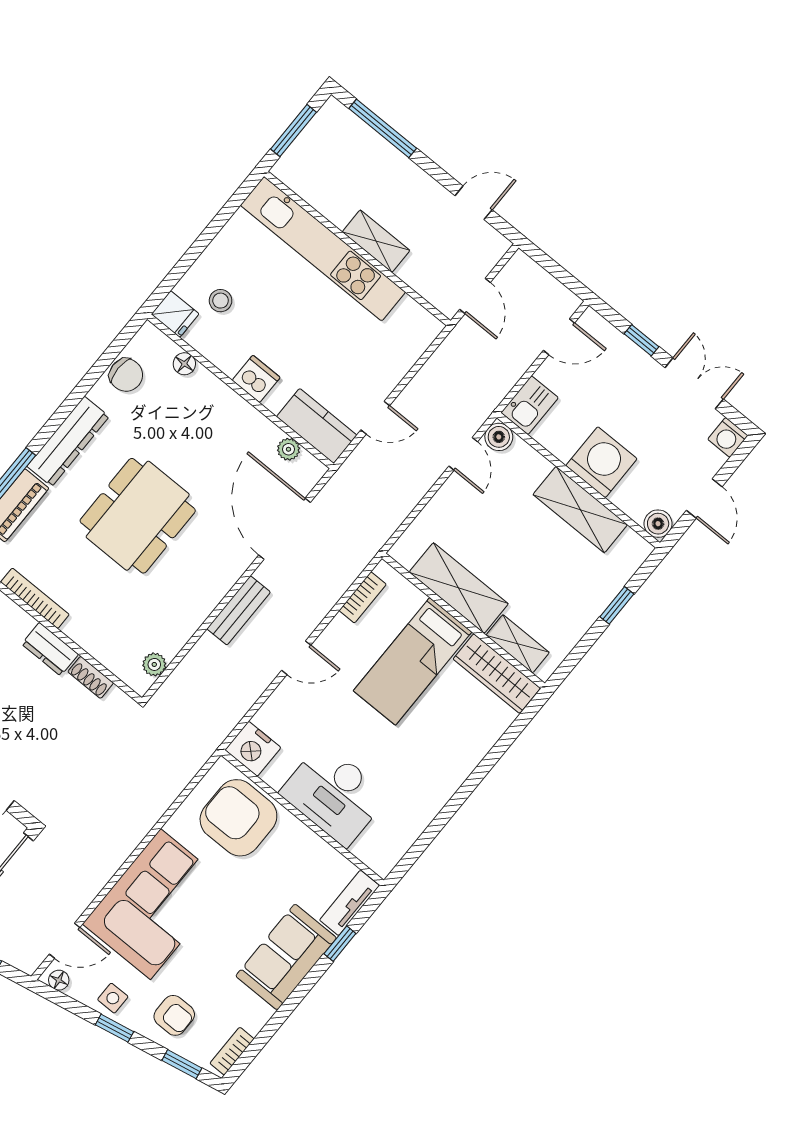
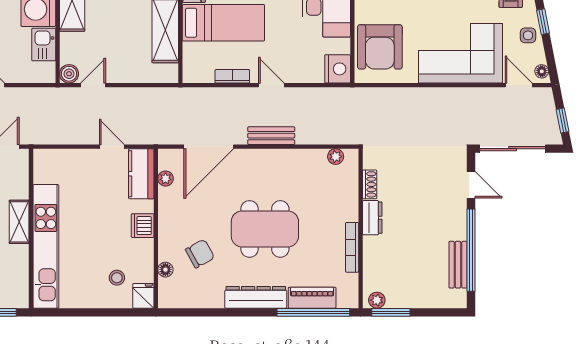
chair: (126, 375) -> (200, 254), moved, turned 61
kitchen sink: (530, 405) -> (44, 45), moved, turned -90
bookcase: (363, 597) -> (232, 76), moved

